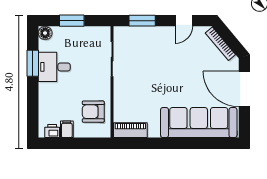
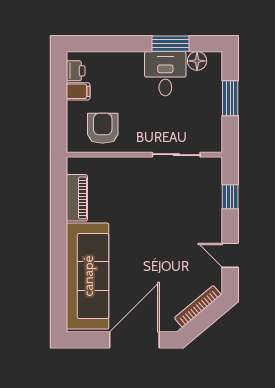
window: (142, 21) -> (230, 197), width x0.67
floor lamp: (45, 33) -> (197, 61), moved
piano: (130, 130) -> (77, 198), moved

